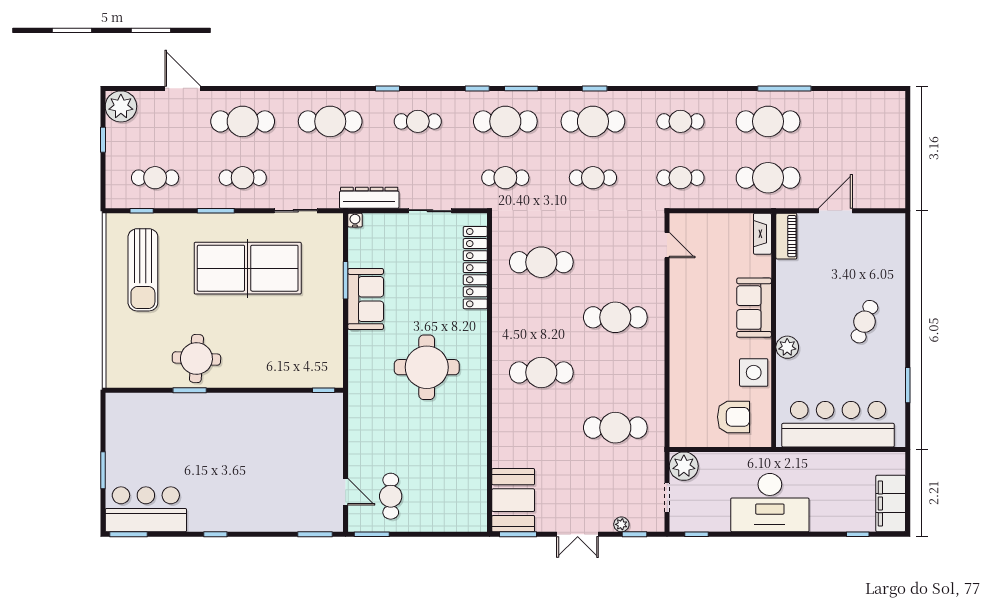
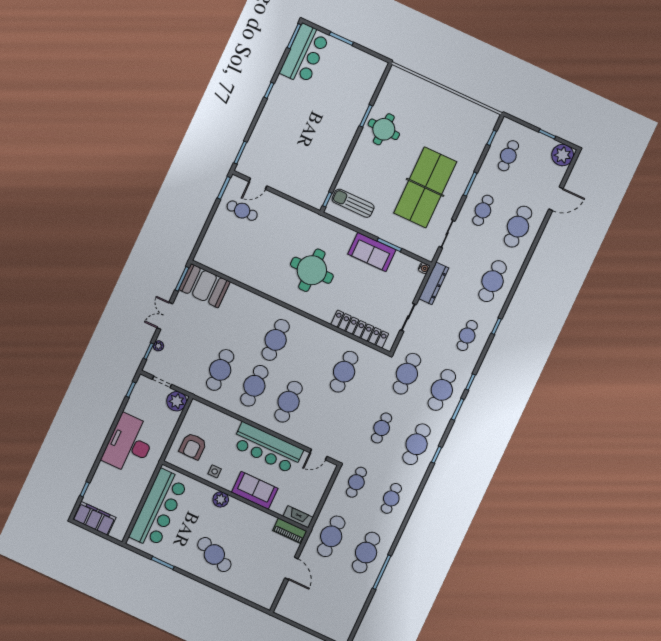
cafe table: (505, 178) -> (407, 374), width x1.37, depth x1.35
sun lounger: (143, 270) -> (353, 203), moved, width x0.73, depth x0.75
bar counter: (690, 317) -> (267, 448), added
cafe table: (864, 322) -> (214, 555), width x1.37, depth x1.35
cafe table: (615, 372) -> (254, 386), added
side table: (754, 373) -> (215, 471), width x0.54, depth x0.54

